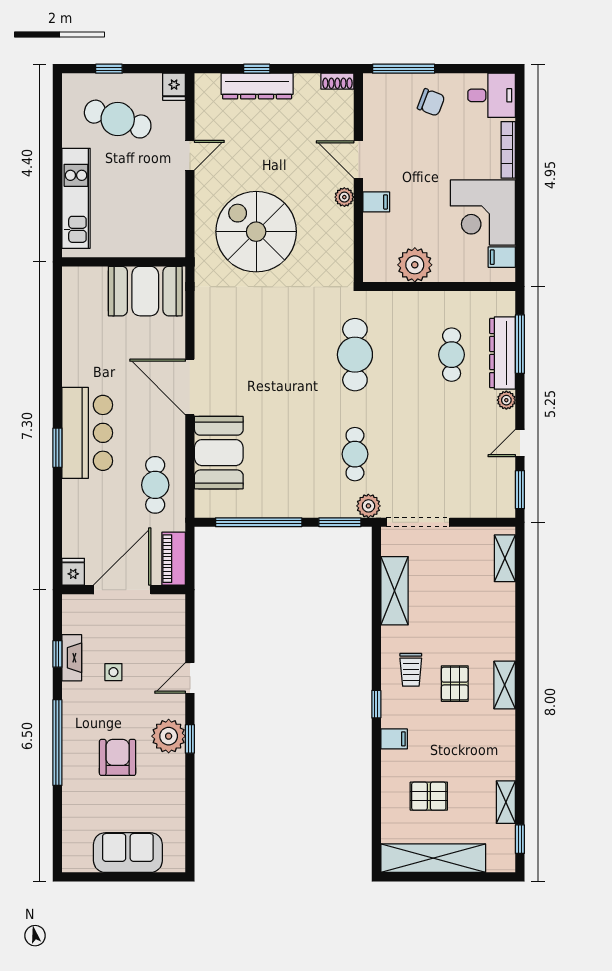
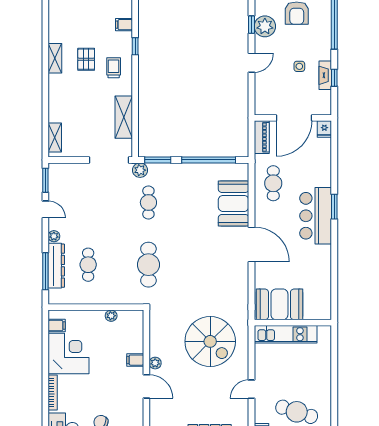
kitchen unit: (76, 198) -> (286, 334), moved, turned -90
plant: (415, 265) -> (111, 316), width x0.53, depth x0.53
door: (520, 443) -> (45, 209), hinge flipped

